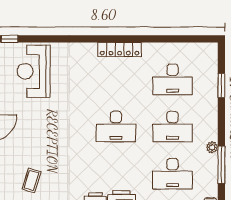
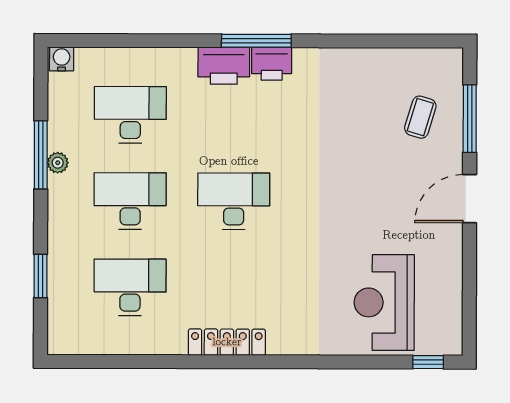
reception desk: (34, 71) -> (384, 302), turned 180
window: (221, 165) -> (41, 155), moved
coffee table: (32, 180) -> (420, 117), moved

